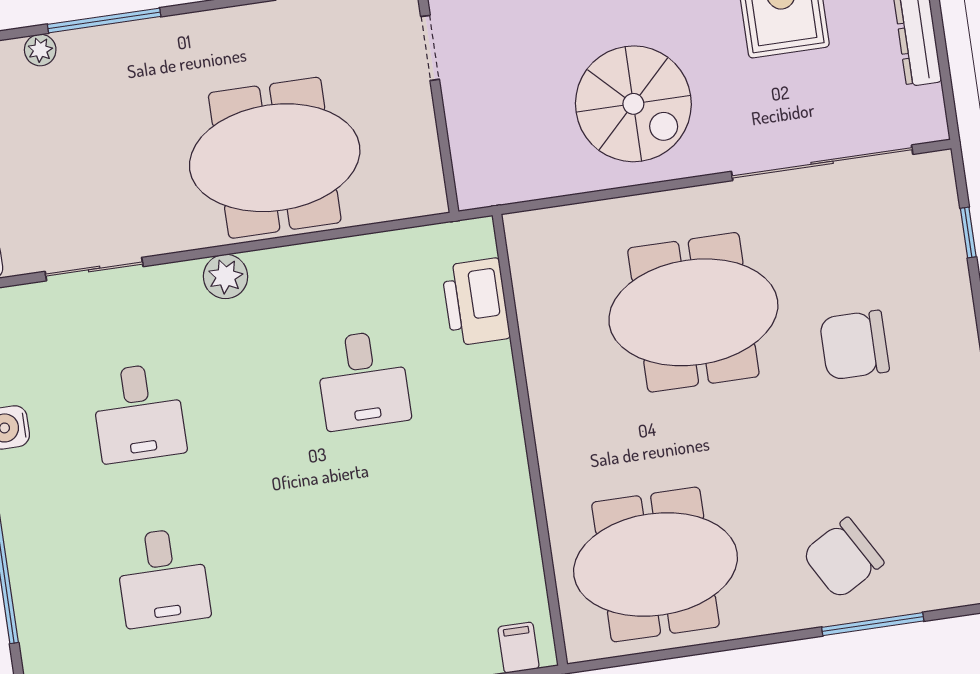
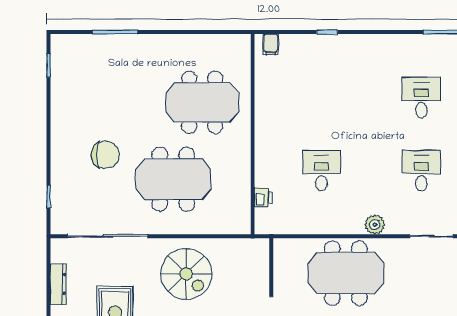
spiral stairs: (633, 104) -> (186, 274), turned 180
printer: (476, 302) -> (263, 198), width x0.53, depth x0.68
chair: (843, 558) -> (124, 63), removed
meeting table: (656, 564) -> (202, 102), moved

